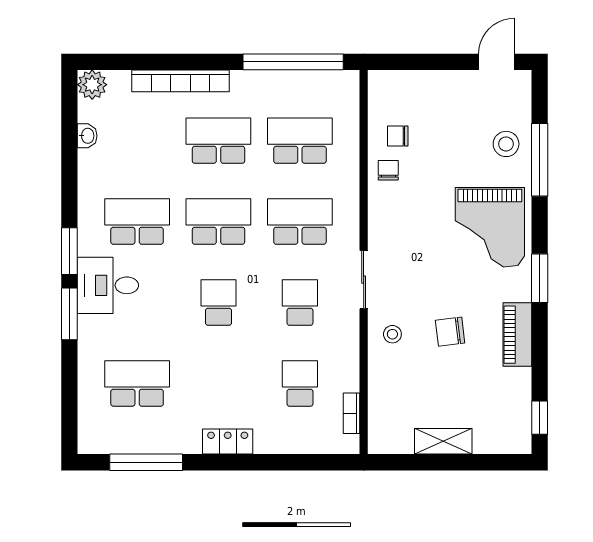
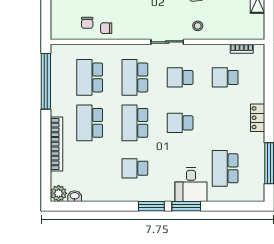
washbasin: (87, 136) -> (75, 196), moved
school desk: (137, 222) -> (135, 168), width x0.54
desk: (108, 285) -> (191, 185), moved

